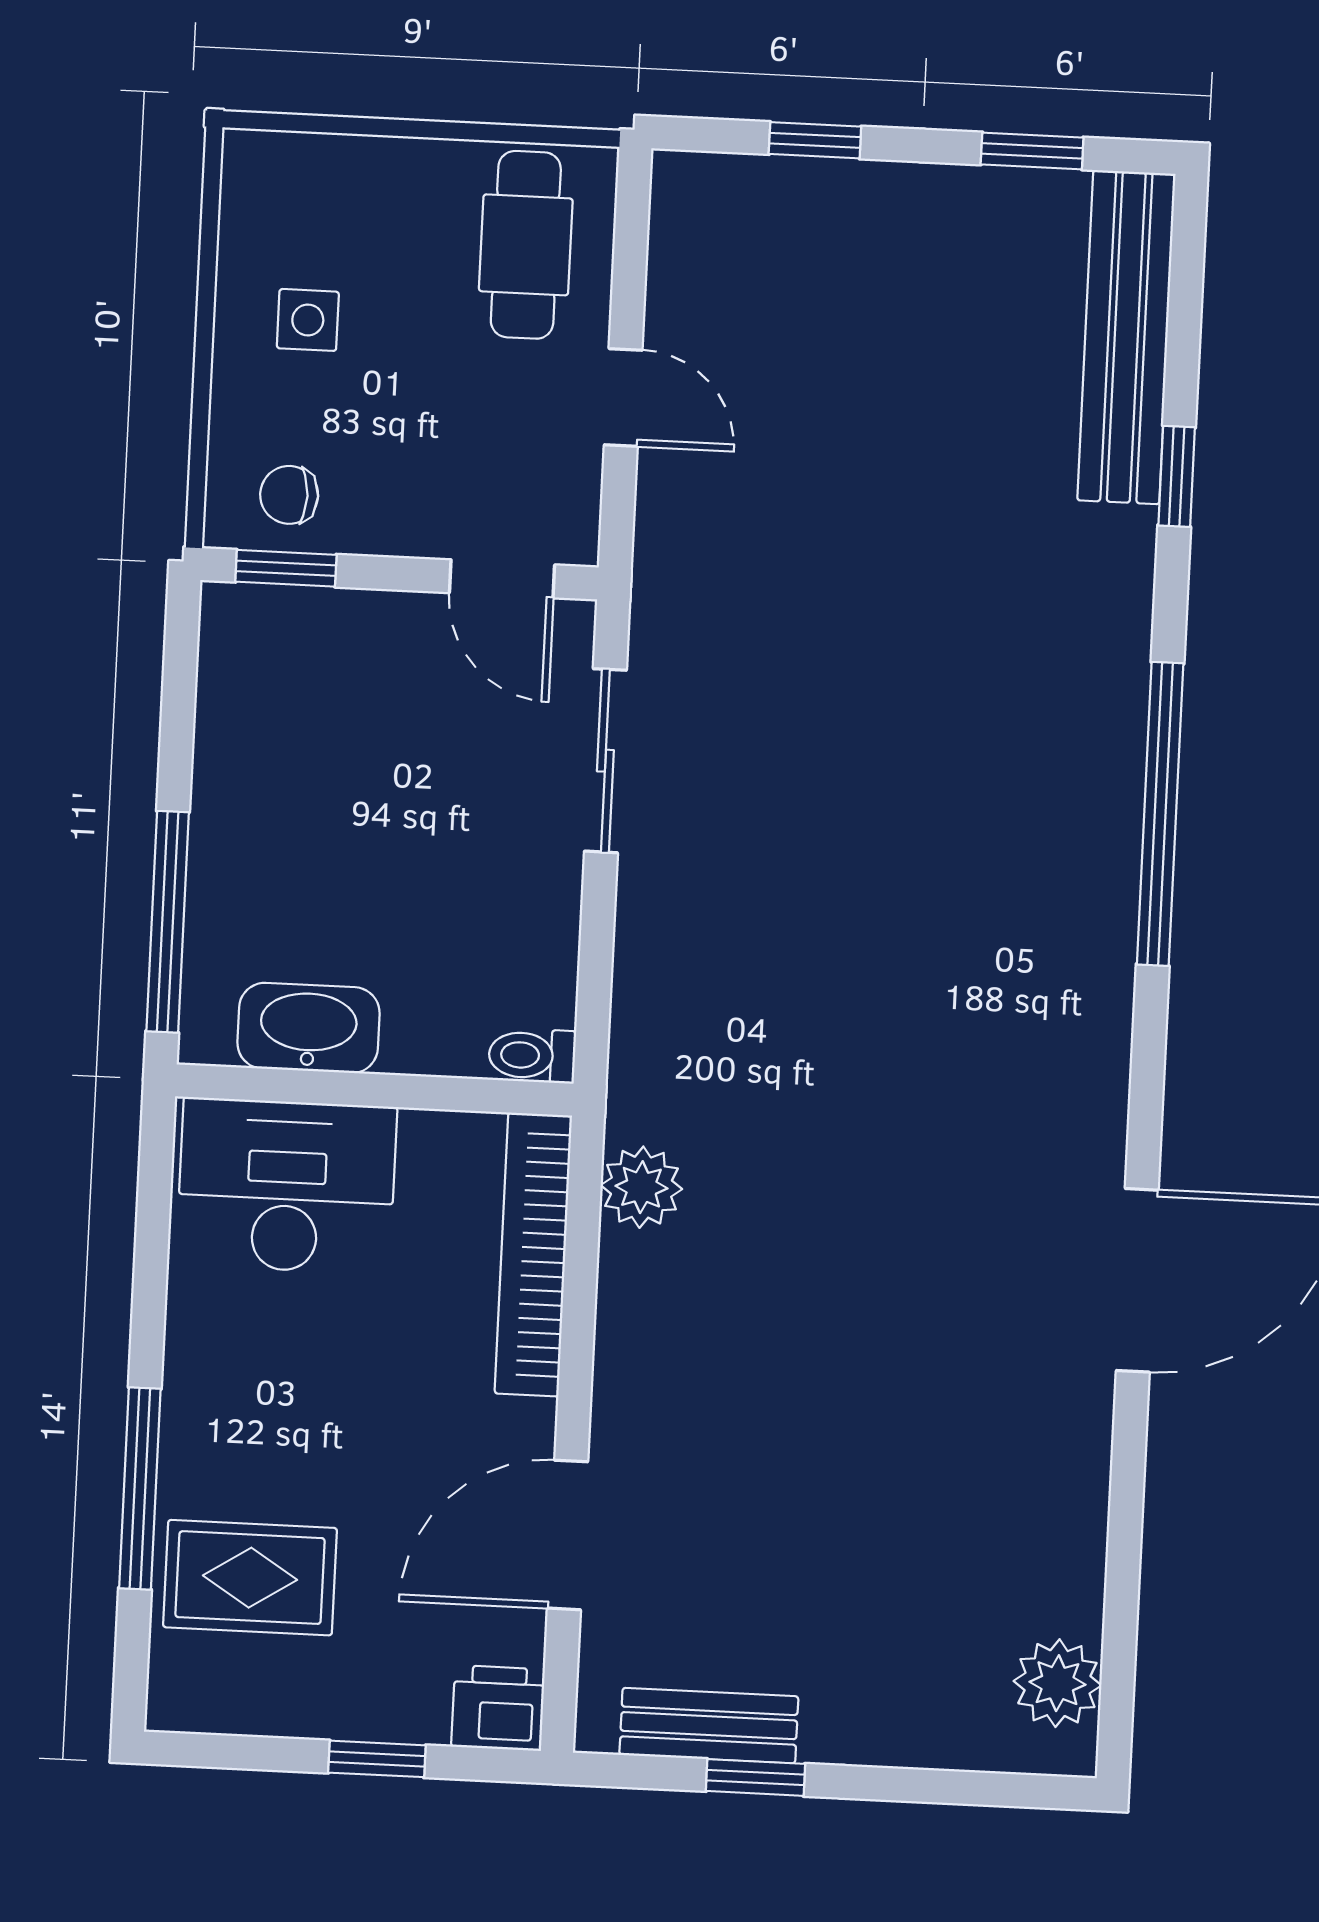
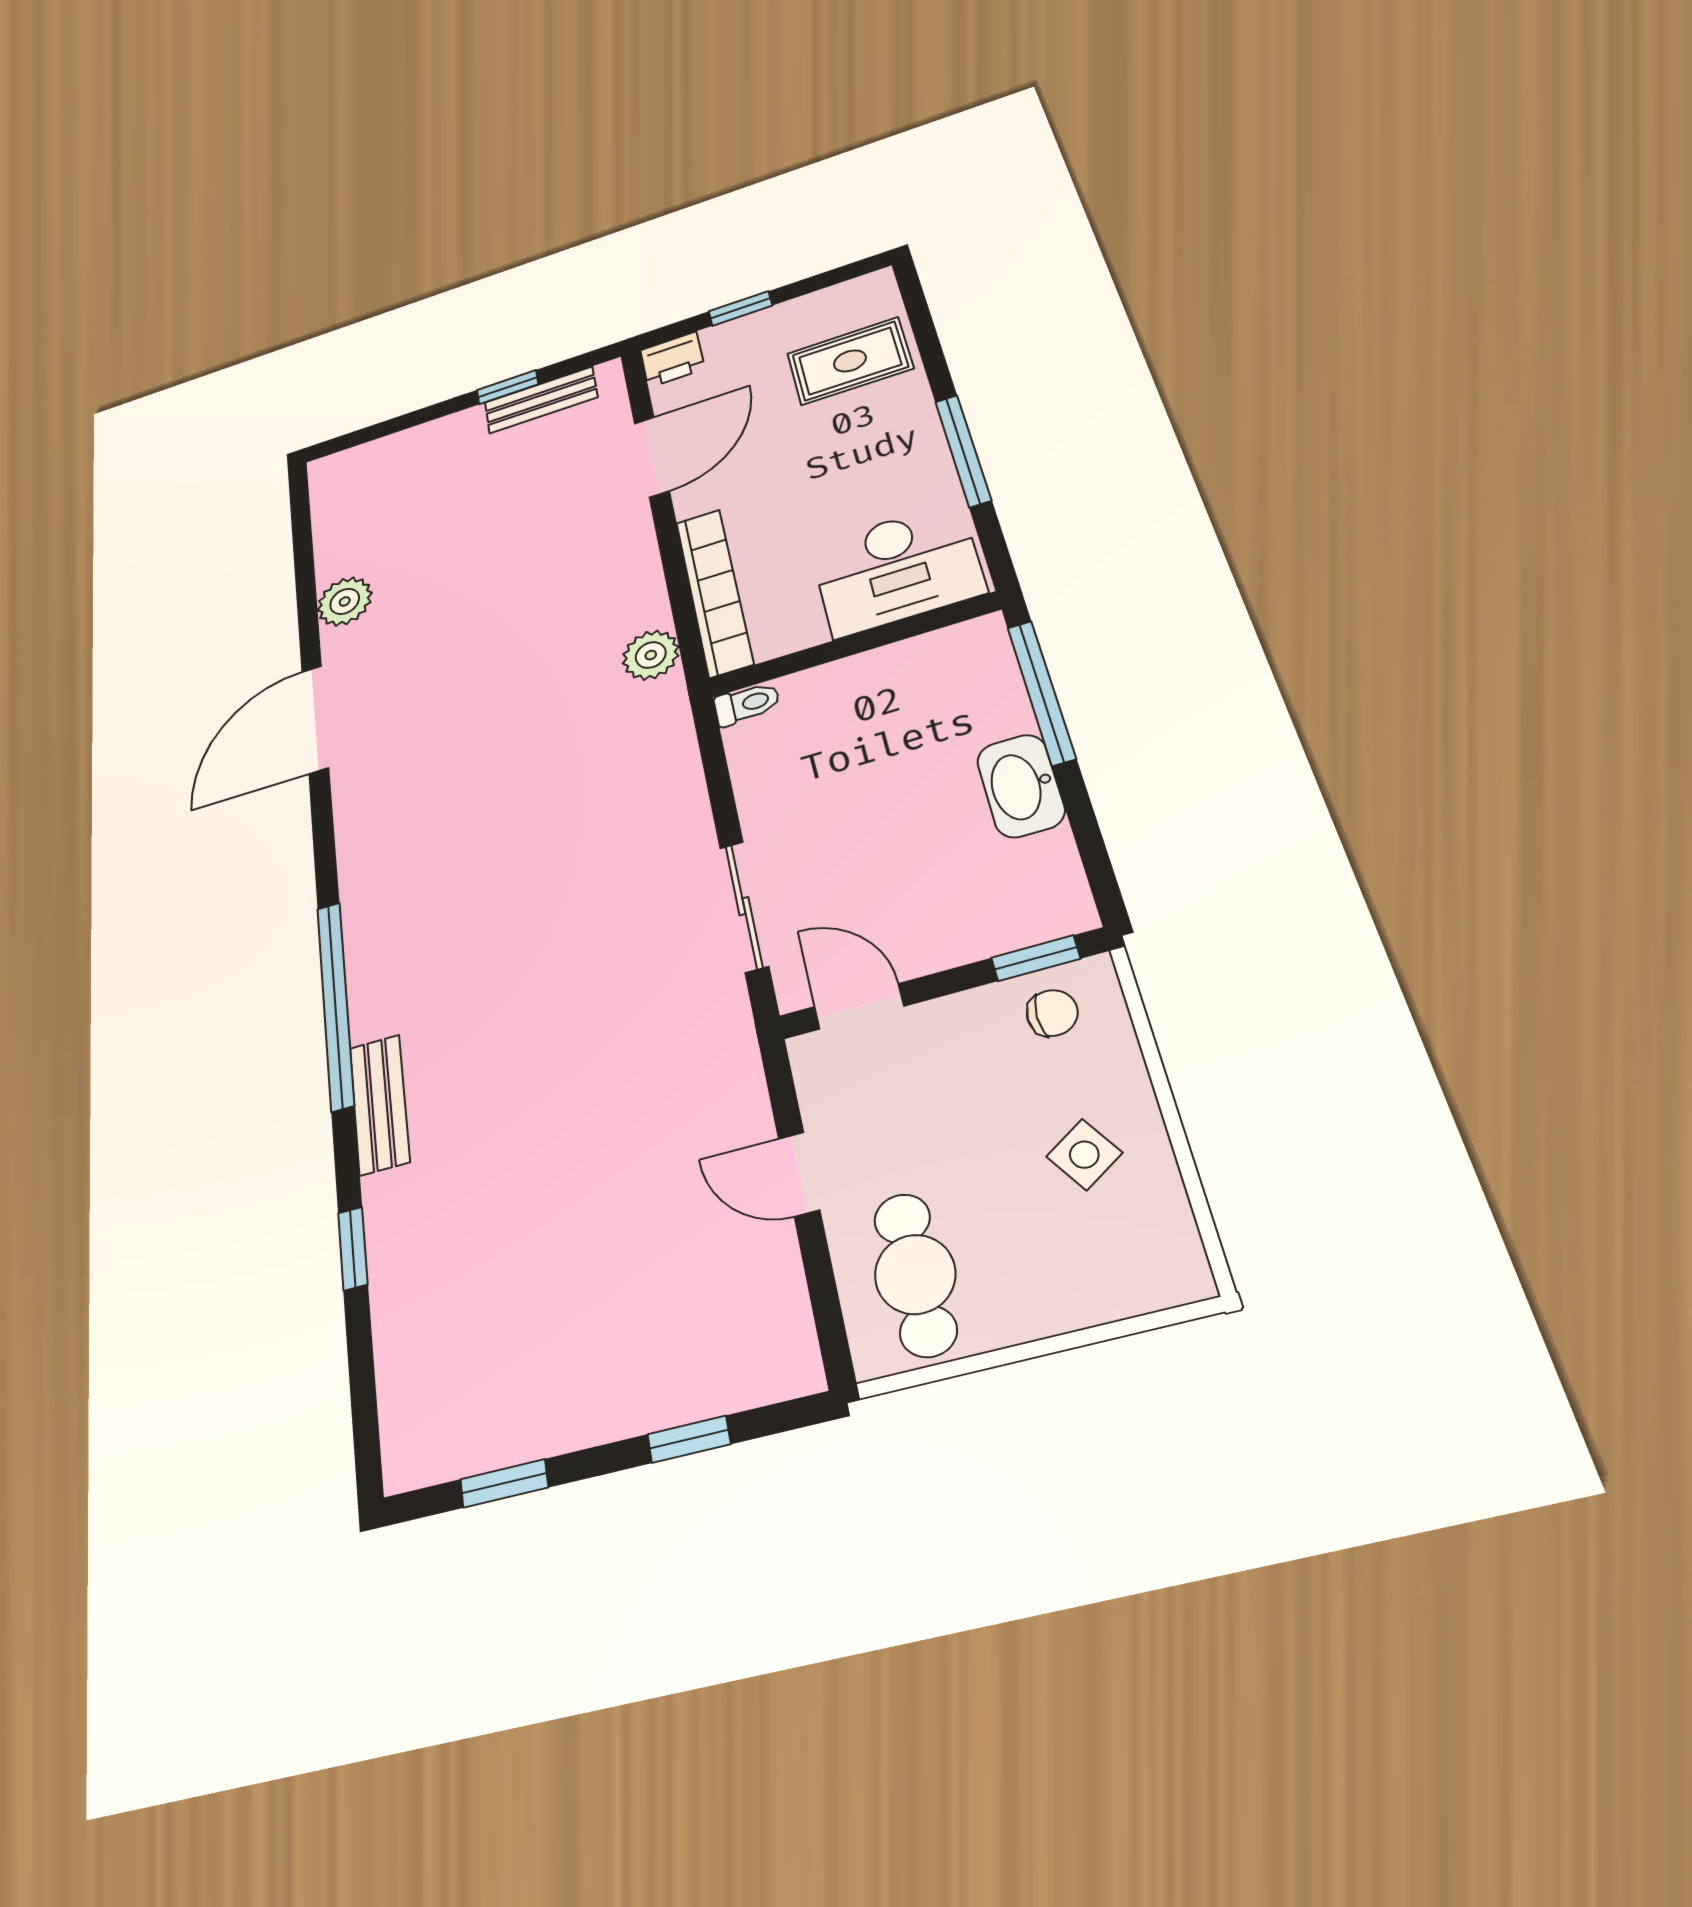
side table: (308, 320) -> (1084, 1155), turned -33
bench: (1126, 337) -> (380, 1104), moved, width x0.54, depth x0.82
washbasin: (308, 1028) -> (1021, 786), moved, turned 90
window: (140, 1488) -> (963, 450), moved
plant: (1057, 1683) -> (345, 601), moved

